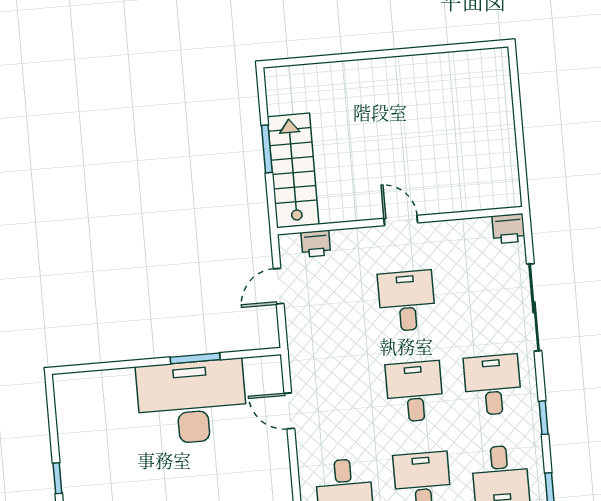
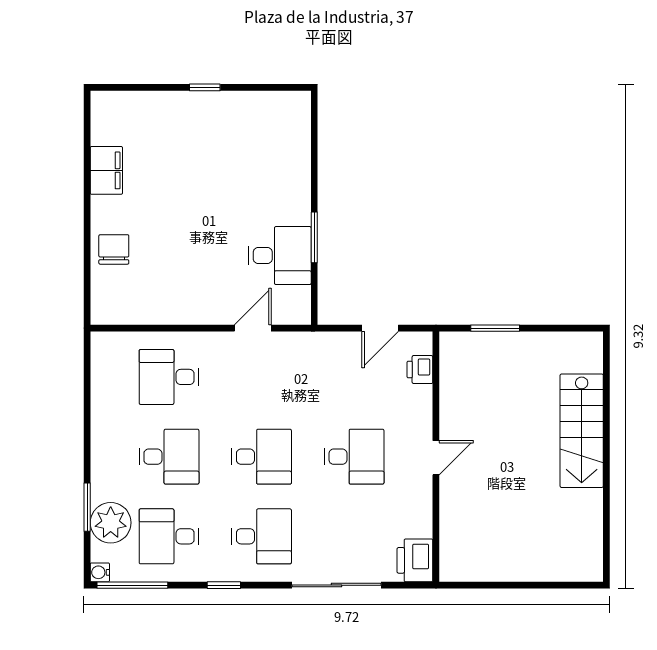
window: (267, 149) -> (495, 328), moved
stairs: (293, 170) -> (582, 431), moved, turned 90
printer: (509, 229) -> (415, 560), width x1.36, depth x1.24
door: (279, 286) -> (380, 328), swing flipped
desk: (192, 402) -> (280, 256), width x0.53, depth x0.77

